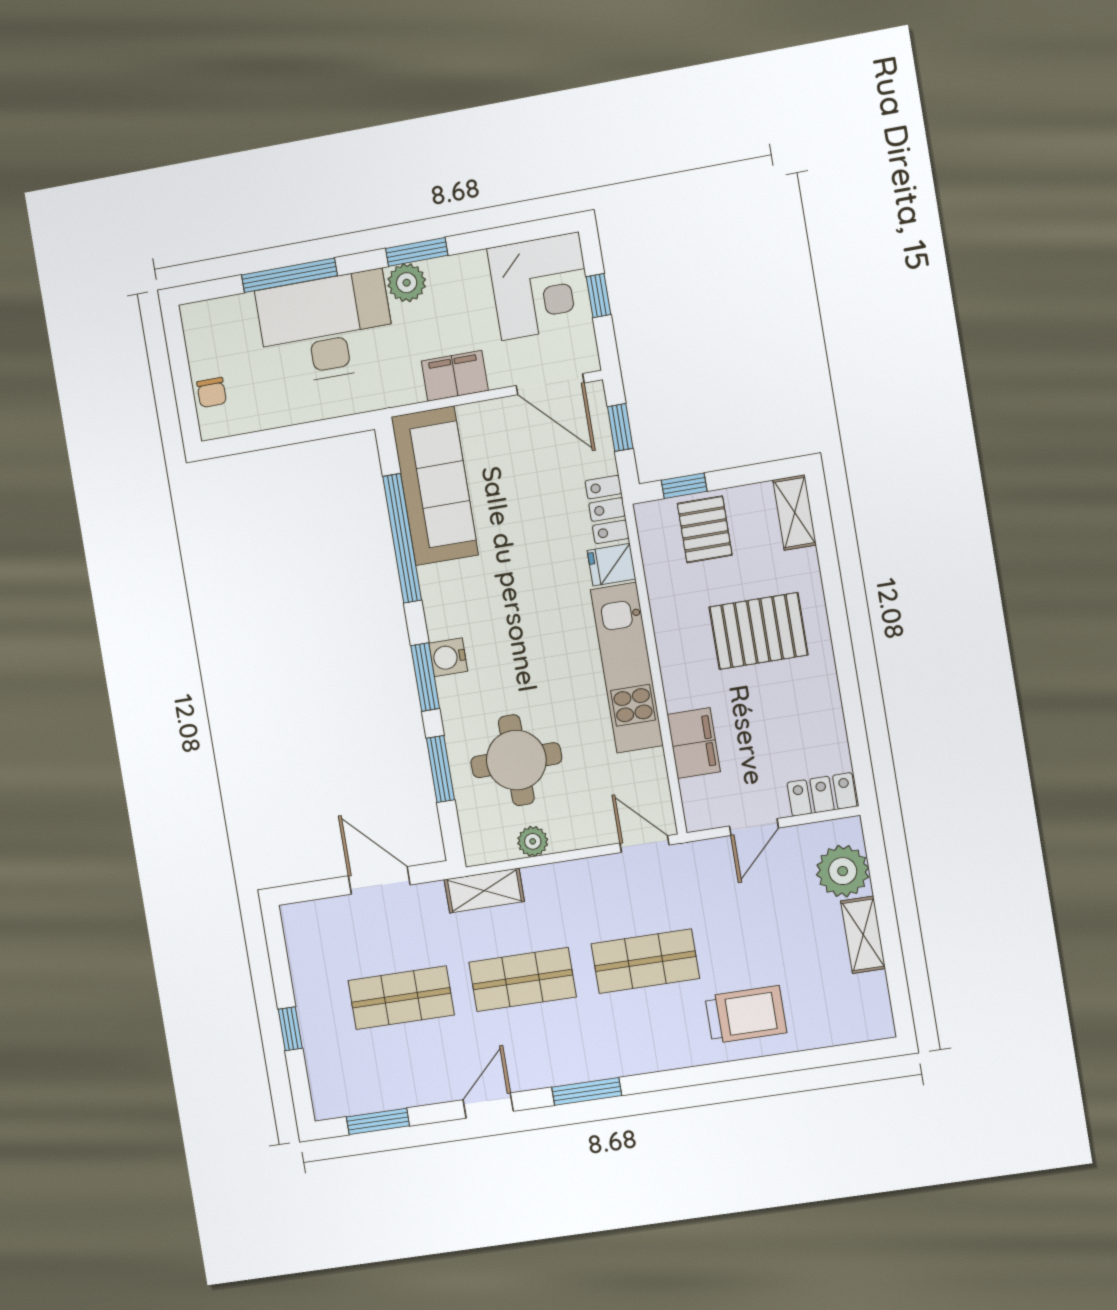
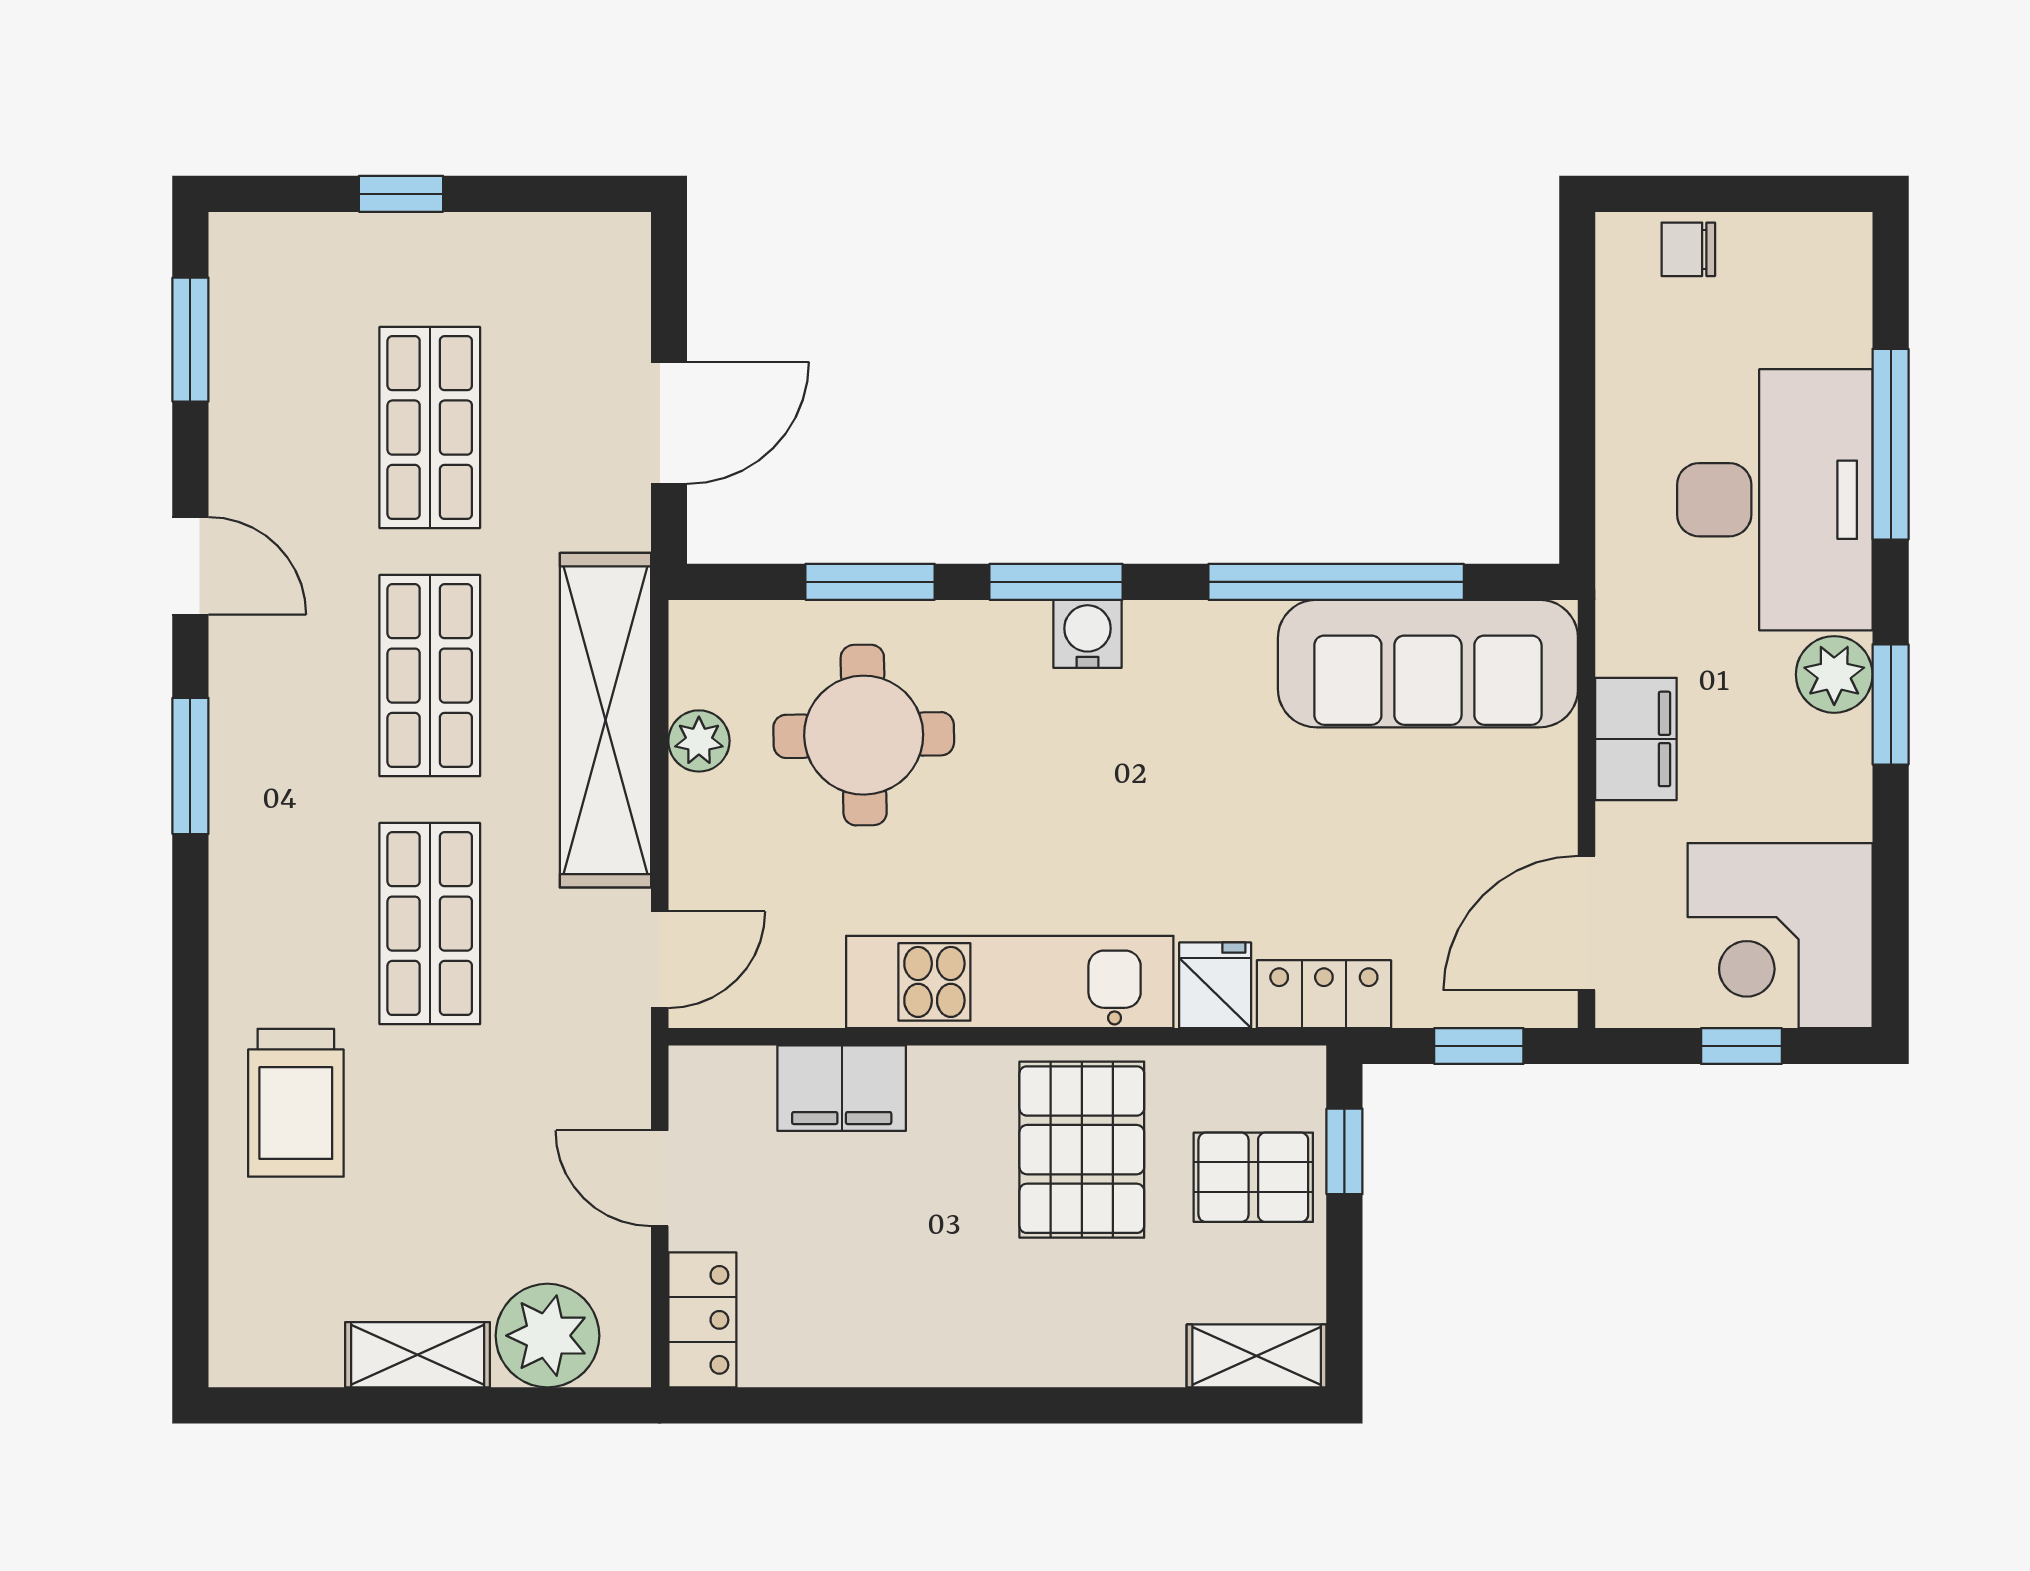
pallet: (759, 631) -> (1082, 1150), moved
shelving: (484, 891) -> (605, 720), width x2.20, depth x1.33

